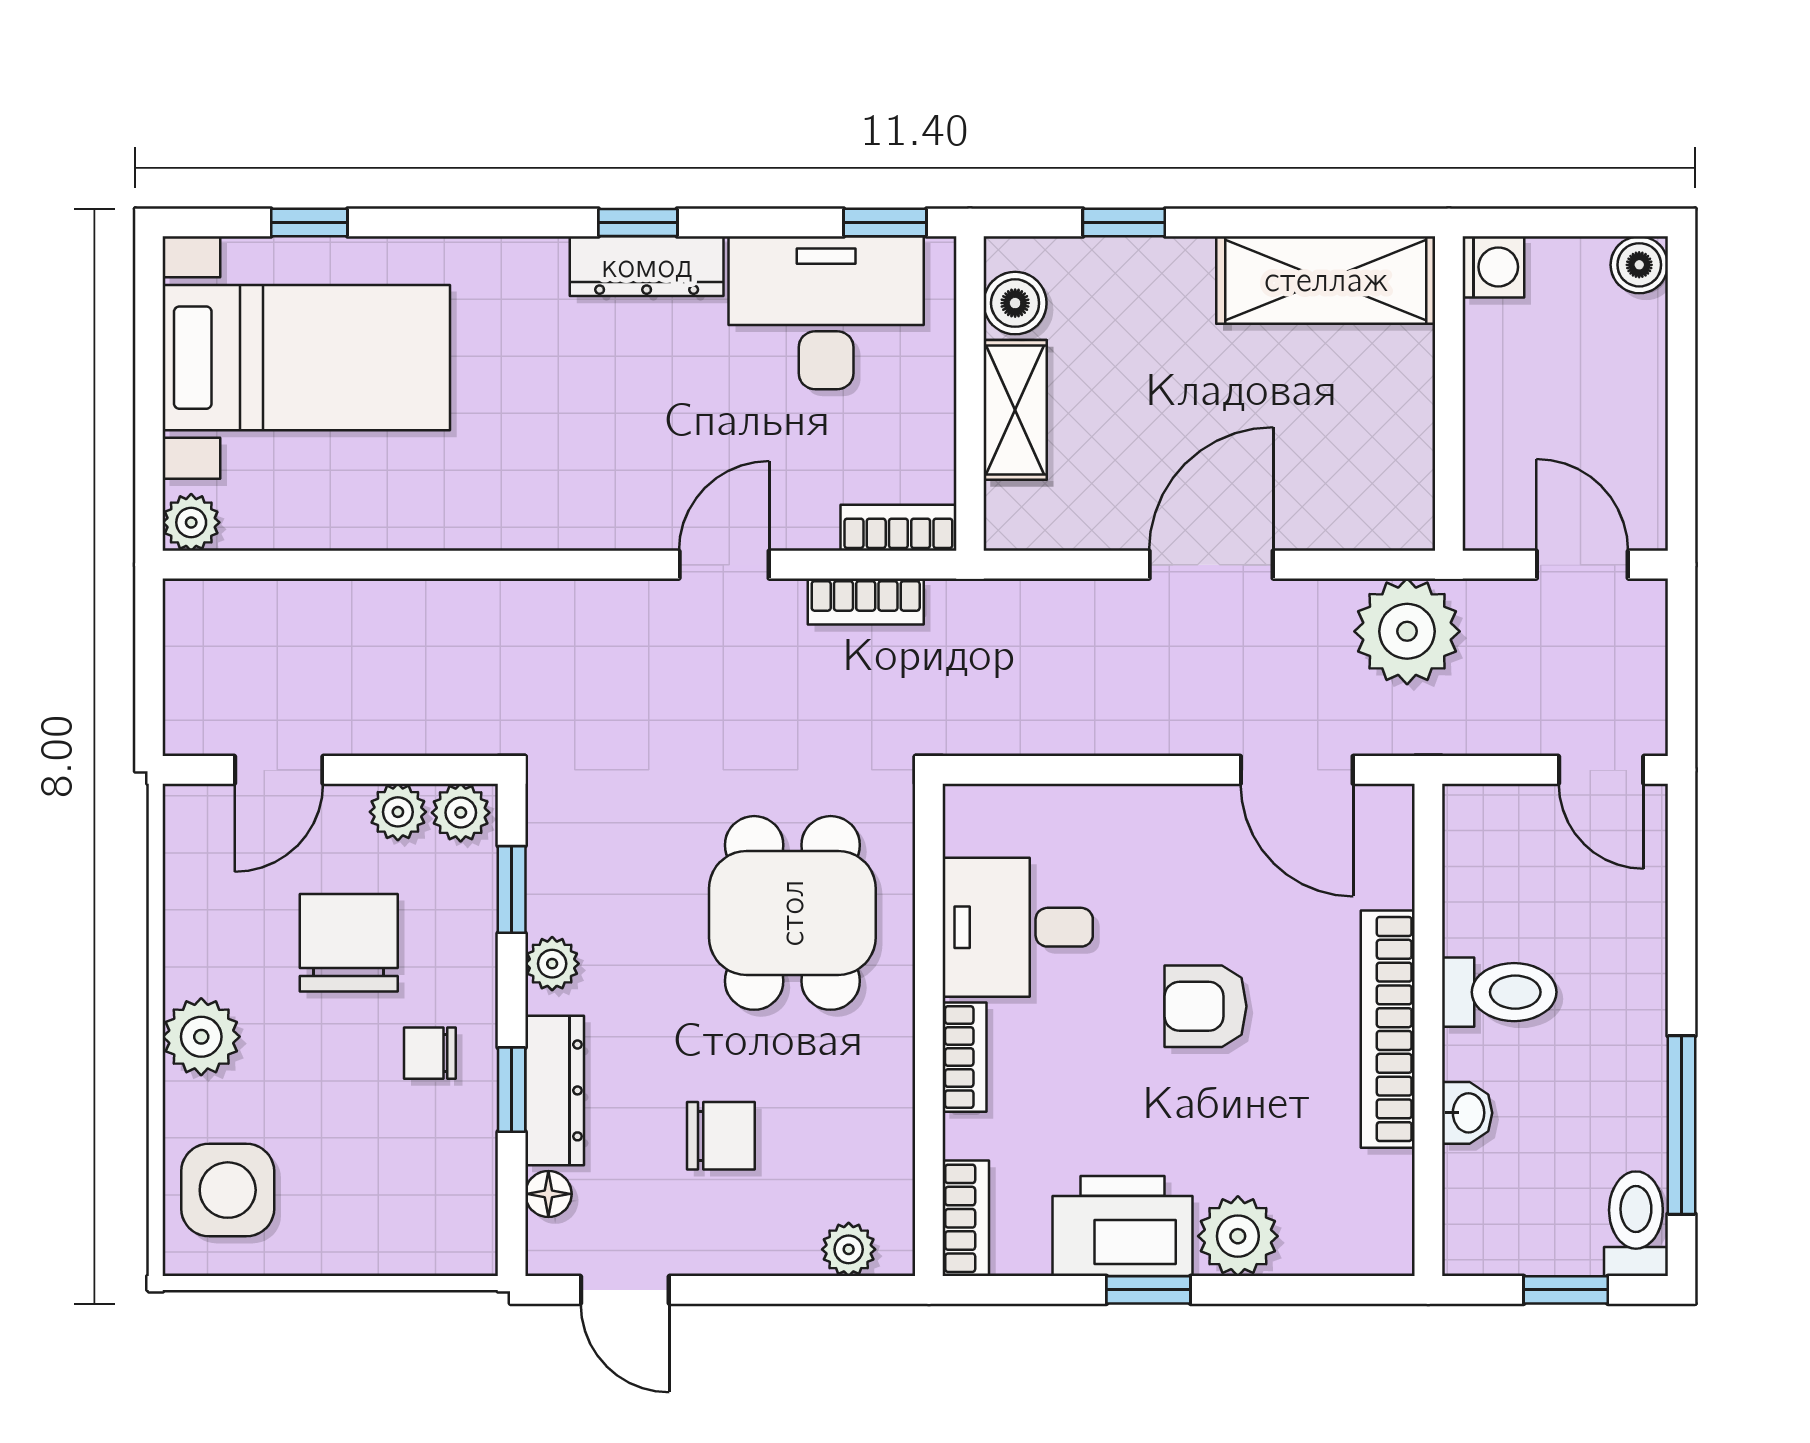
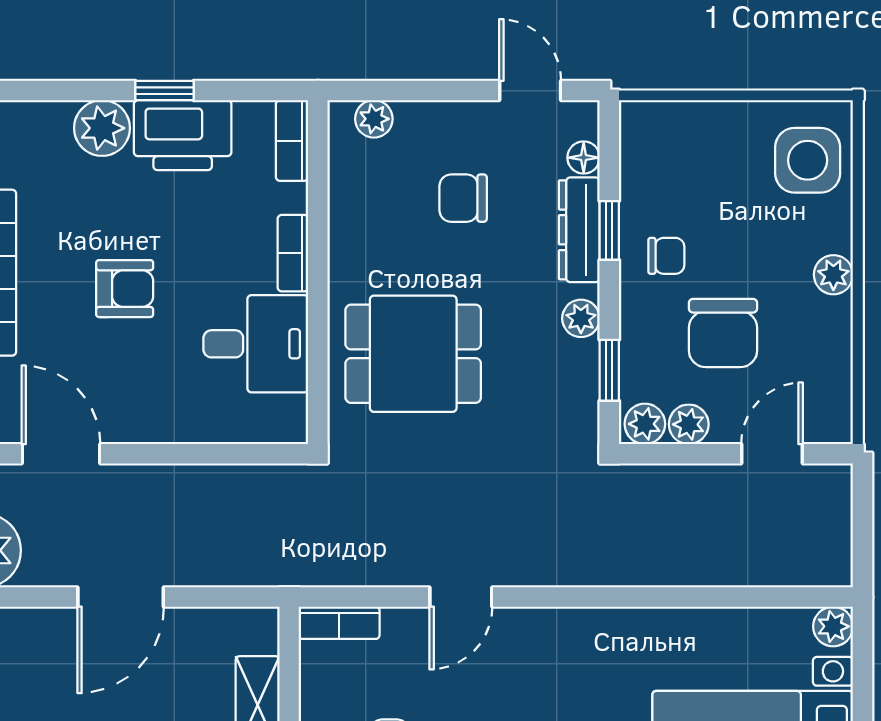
bookcase: (866, 601) -> (362, 571), removed
dining table: (792, 913) -> (413, 354), turned 90
plant: (201, 1037) -> (833, 275), width x0.73, depth x0.73

